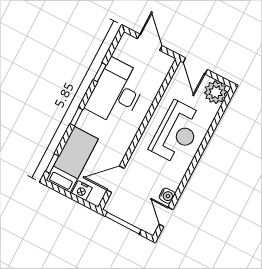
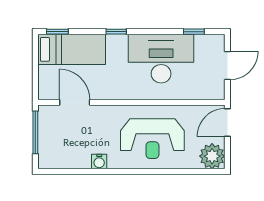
window: (100, 72) -> (194, 32), moved
nightstand: (82, 191) -> (46, 75), removed
water cooler: (167, 196) -> (99, 162), moved
door: (166, 217) -> (63, 172), removed

